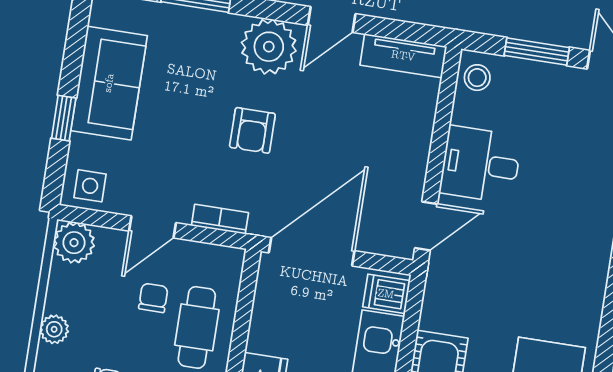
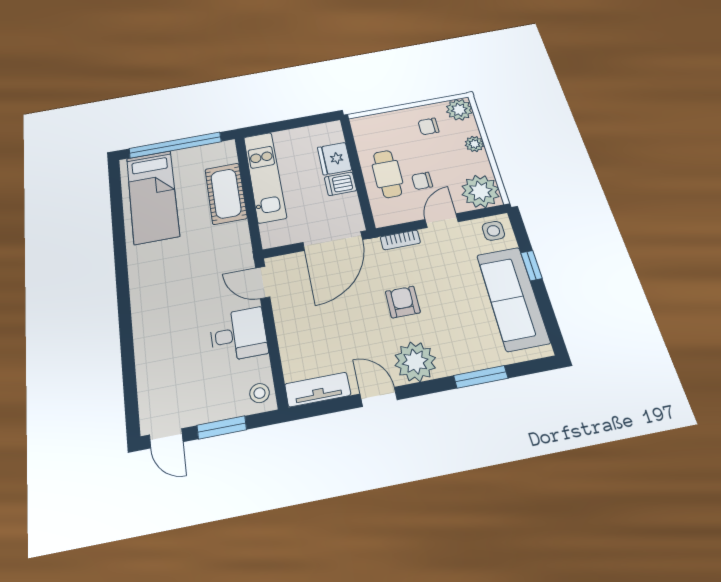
door: (332, 19) -> (379, 397), hinge flipped
sofa: (109, 83) -> (513, 298), width x1.36
door: (426, 226) -> (263, 282), hinge flipped
plant: (74, 243) -> (480, 191), width x1.36, depth x1.36
dishwasher: (386, 294) -> (340, 184), moved, turned 180
chair: (153, 298) -> (422, 181), turned 90

